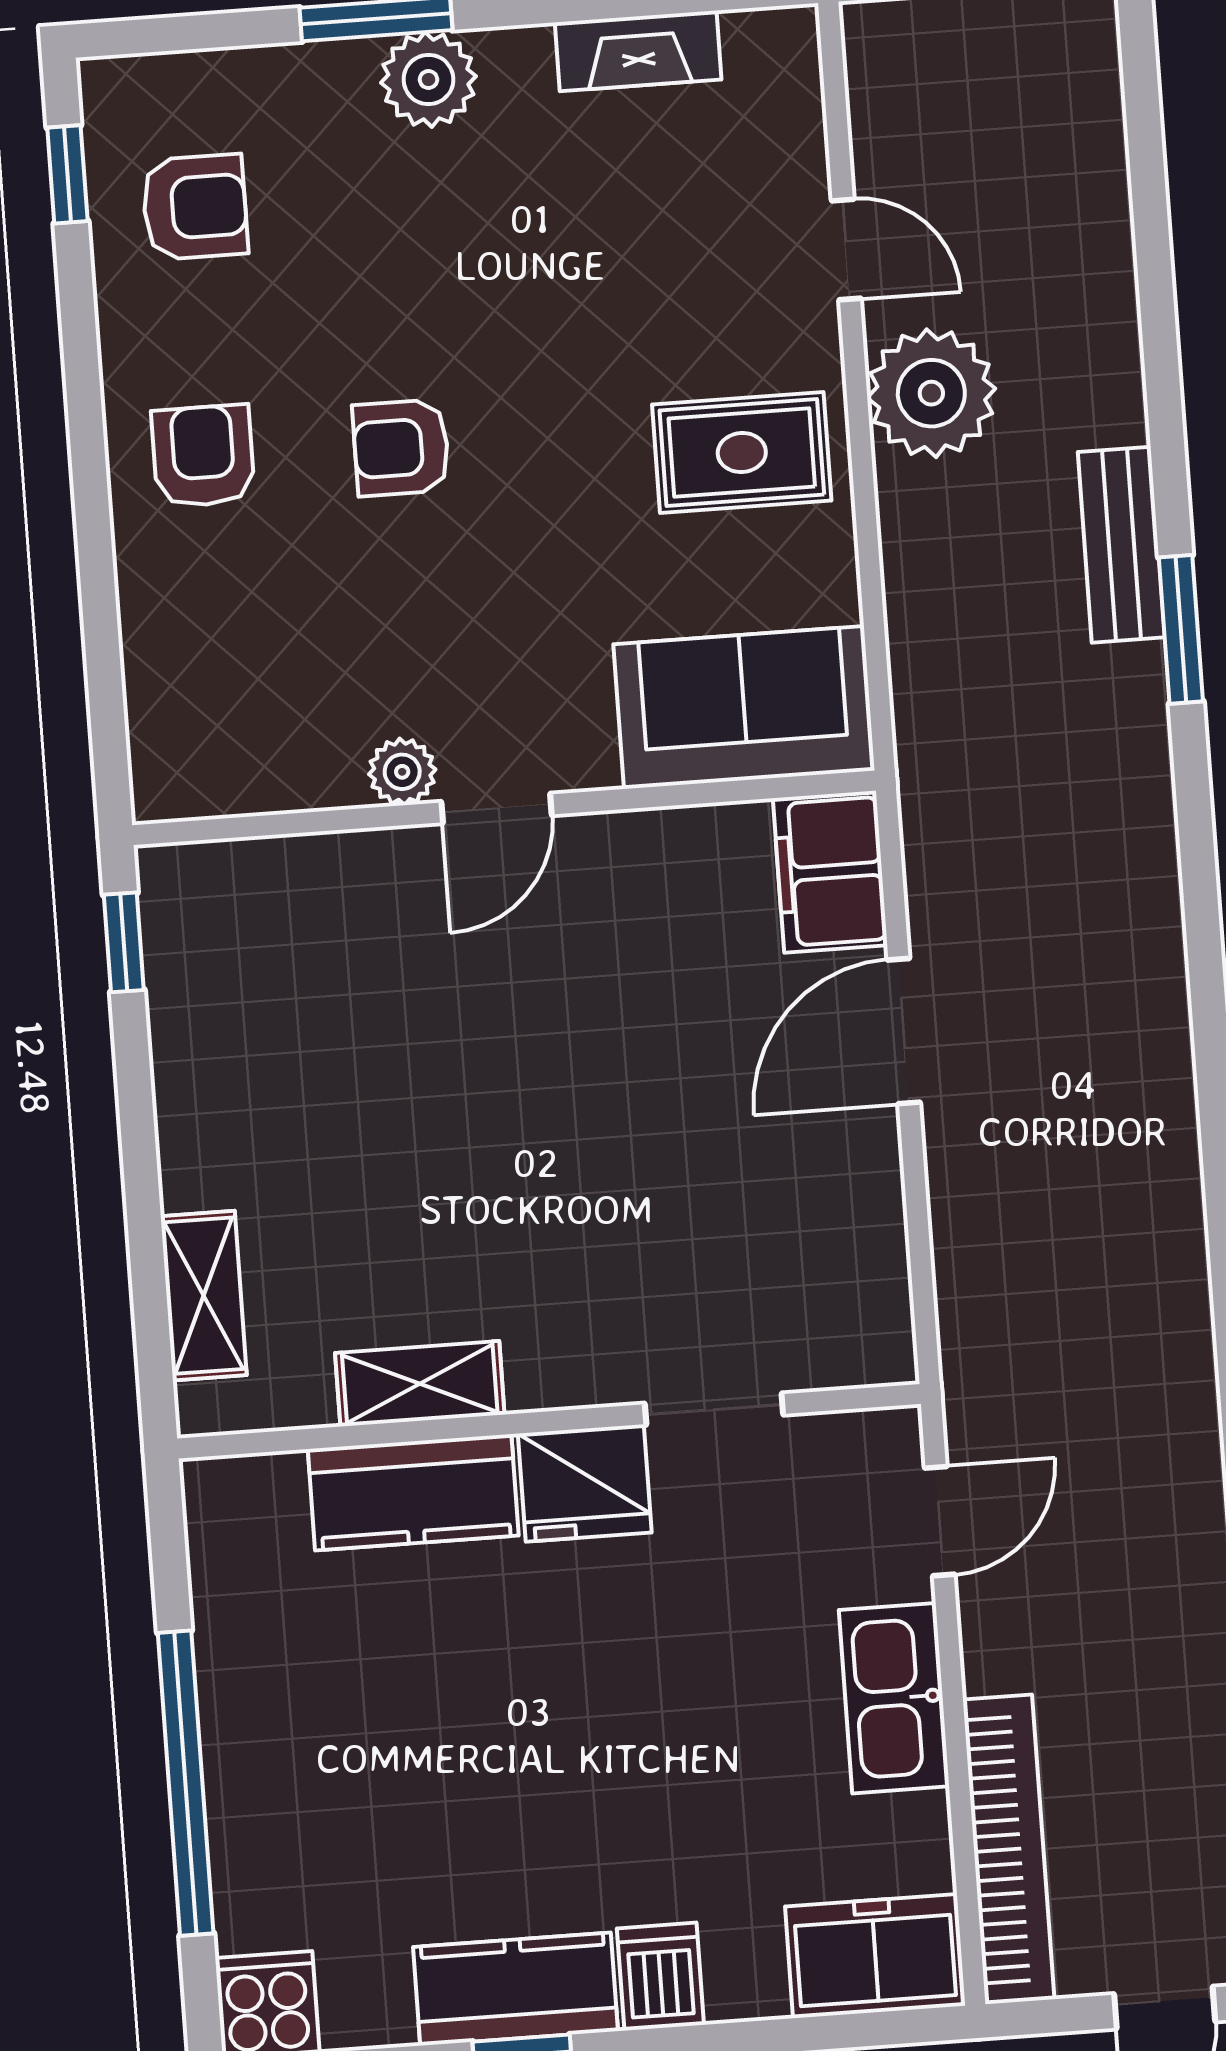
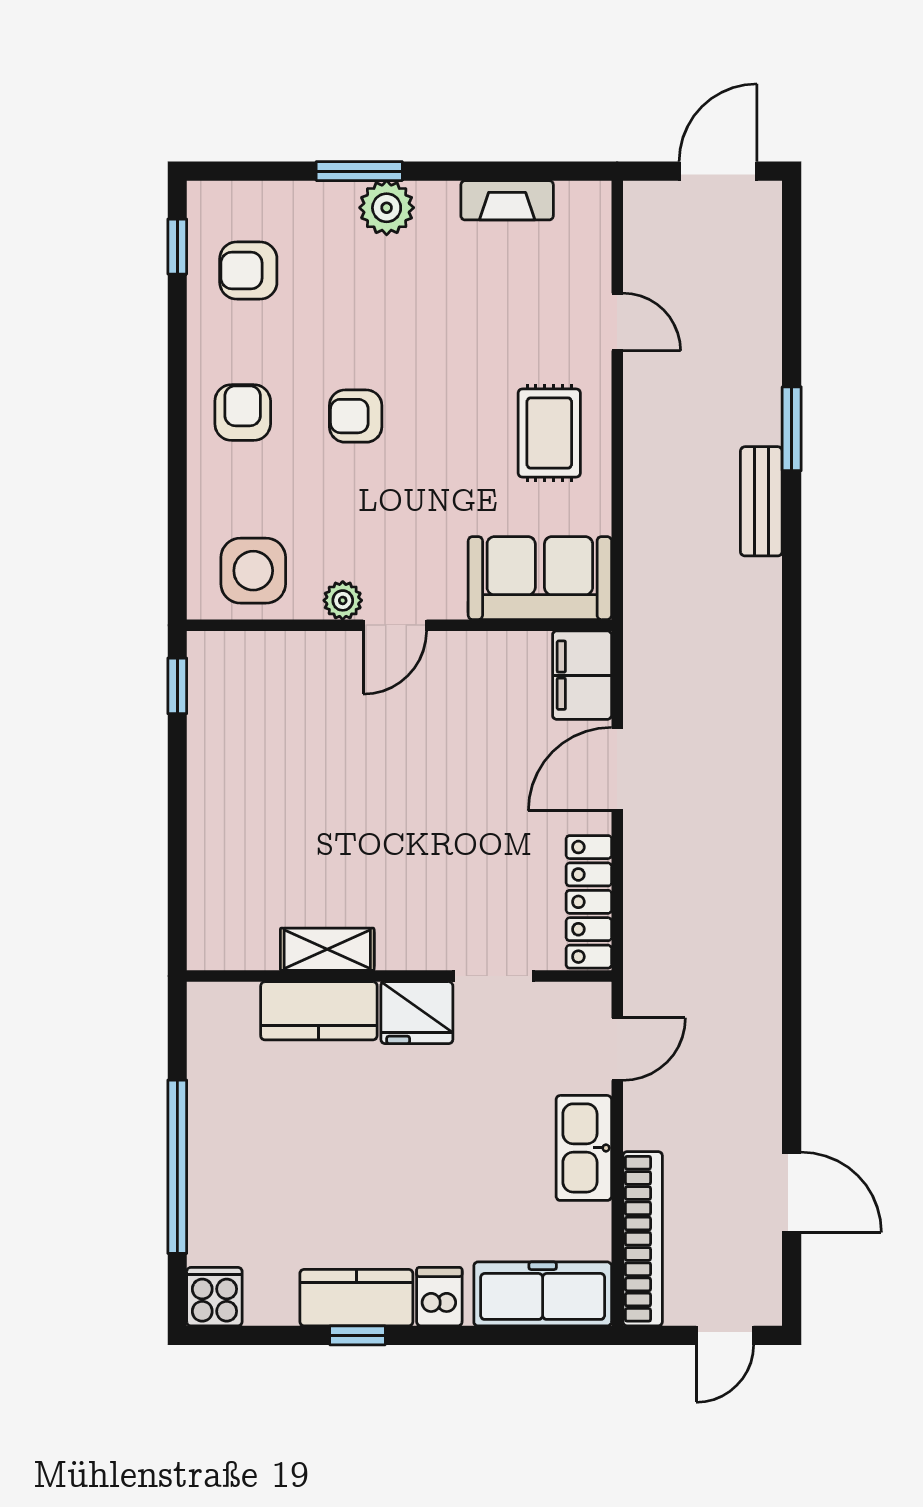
armchair: (195, 207) -> (248, 271), turned 180
plant: (931, 393) -> (660, 407), removed
rug: (742, 453) -> (549, 433), turned 90
window: (1181, 629) -> (792, 429), moved
side table: (242, 731) -> (253, 571), added
locker: (871, 1267) -> (589, 902), added
shelving: (204, 1296) -> (208, 890), removed
freezer: (875, 1956) -> (543, 1294), width x1.40

